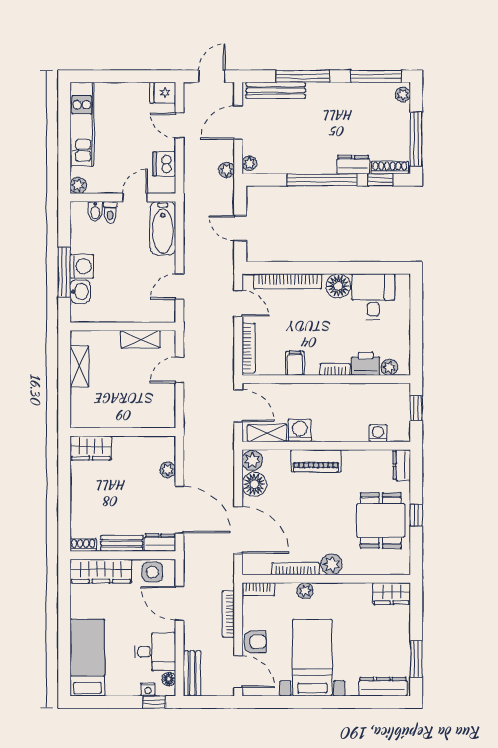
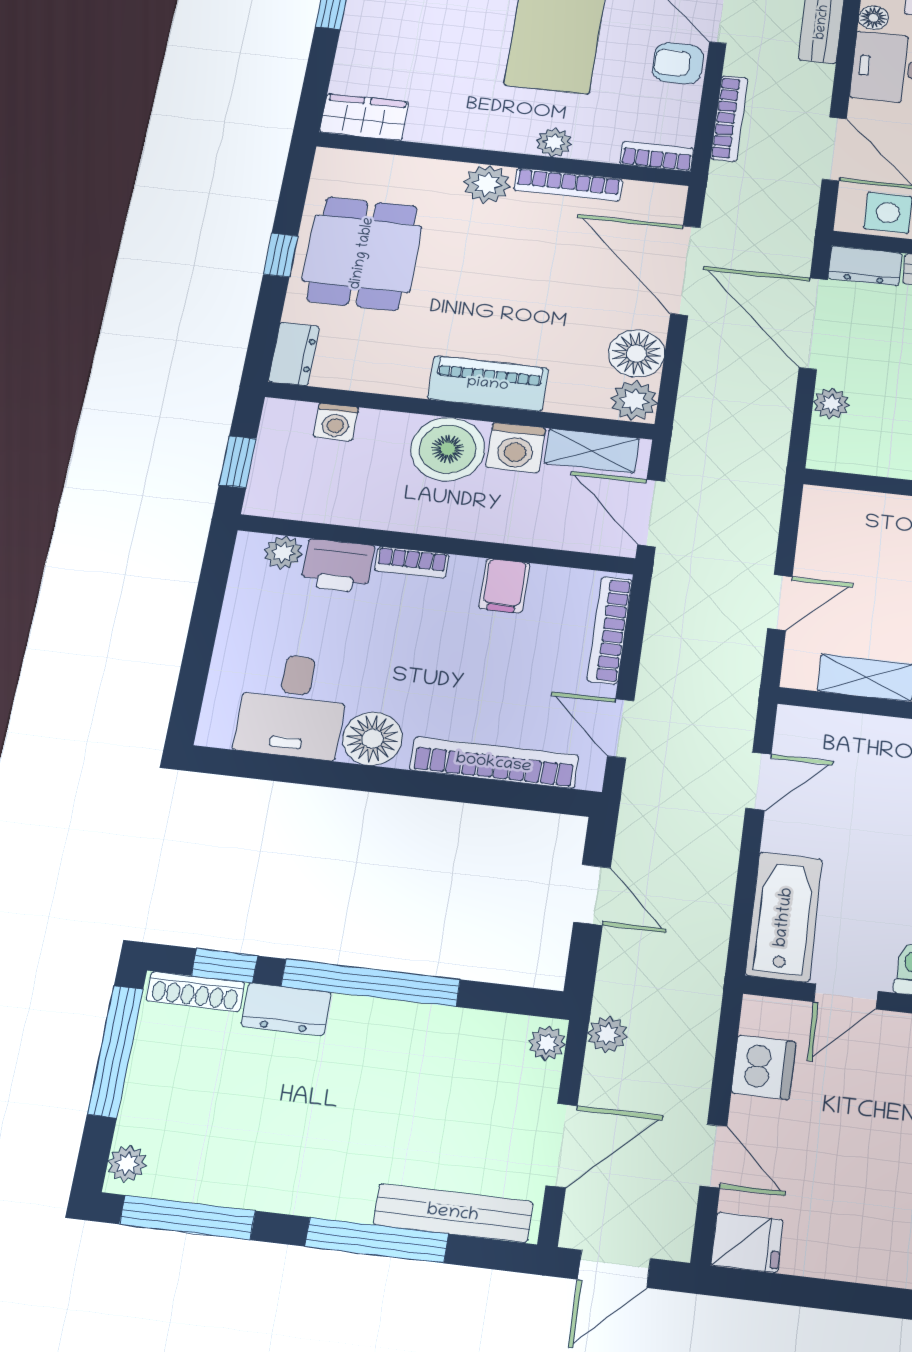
boiler: (328, 426) -> (448, 449), added

